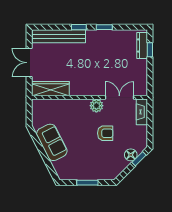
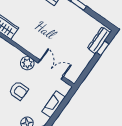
fireplace: (142, 112) -> (54, 104), moved

